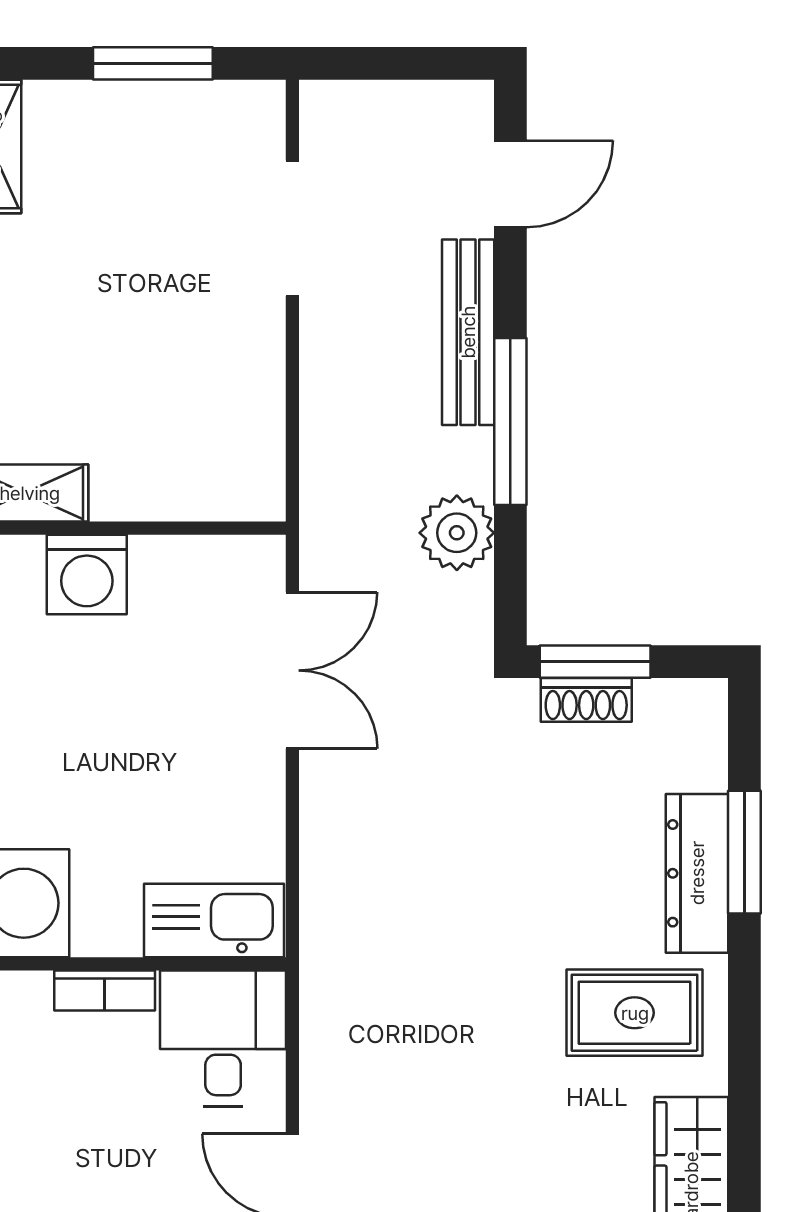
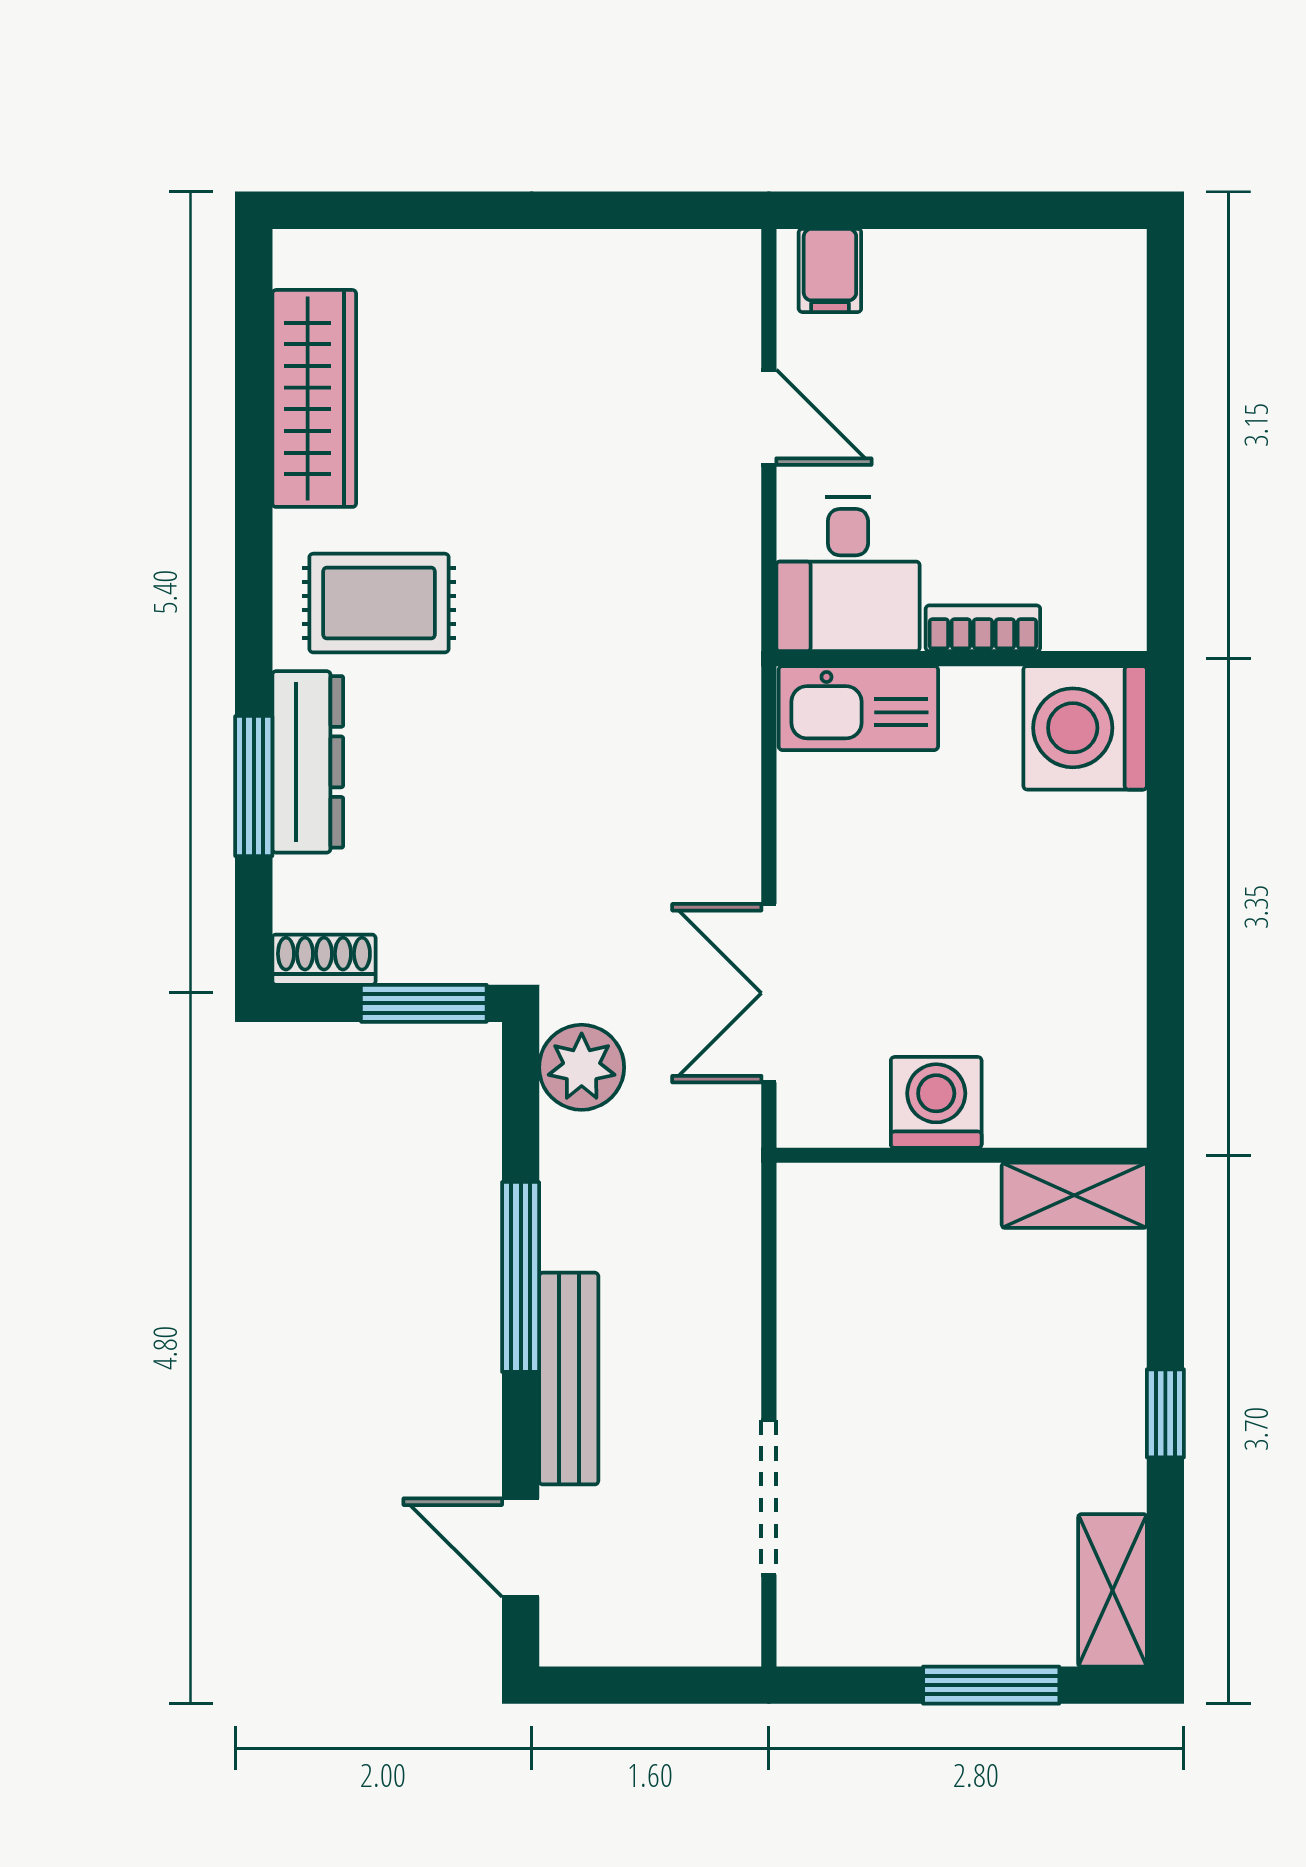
window: (153, 63) -> (991, 1685), moved
door: (510, 184) -> (521, 1548), hinge flipped
plant: (457, 533) -> (582, 1067), moved
washing machine: (87, 575) -> (936, 1102), moved
shoe rack: (586, 700) -> (324, 960), moved

